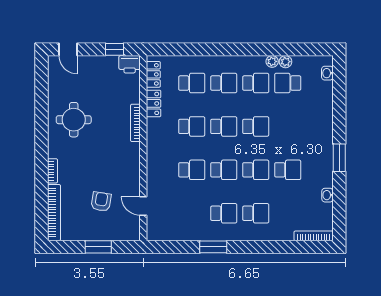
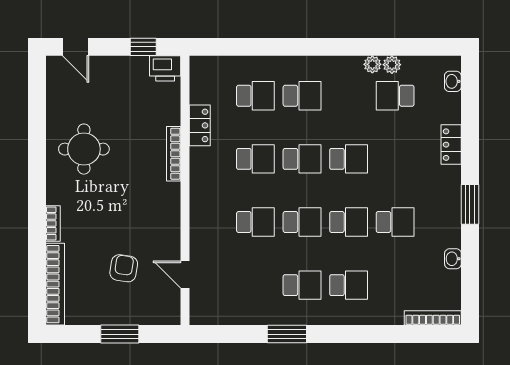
locker: (153, 74) -> (451, 145), moved, turned 180
school desk: (256, 83) -> (349, 96), removed

